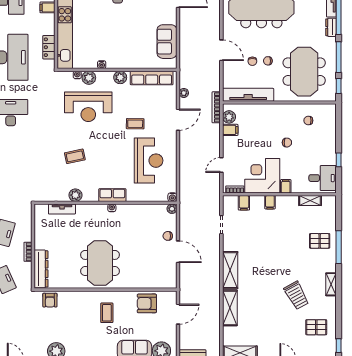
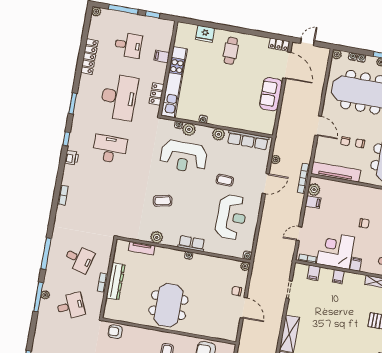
sofa: (167, 42) -> (271, 94), moved
dresser: (41, 269) -> (116, 281), moved
armchair: (50, 300) -> (115, 332), turned 90

